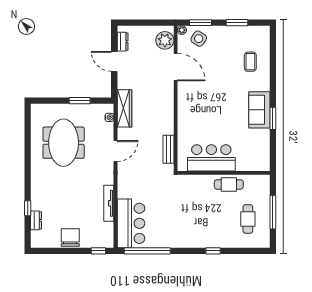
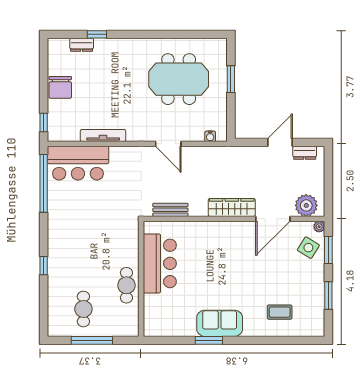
window: (80, 101) -> (231, 79), moved
wardrobe: (124, 108) -> (232, 208), moved, turned 180
cafe table: (248, 219) -> (83, 309), turned 90
chair: (70, 238) -> (60, 87), turned 90

